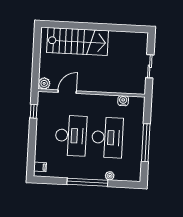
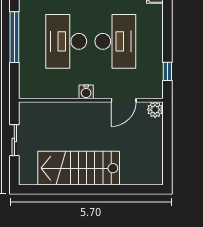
stairs: (78, 42) -> (79, 168), moved
water cooler: (123, 101) -> (86, 92), moved
desk: (71, 136) -> (115, 41), turned 180

